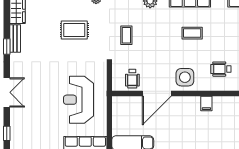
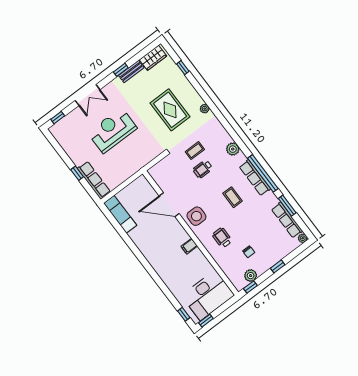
rug: (74, 30) -> (170, 110), width x1.36, depth x1.43
wheelchair: (132, 79) -> (203, 169), moved
reception desk: (79, 100) -> (112, 130), moved

